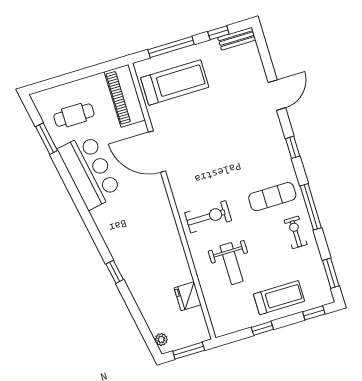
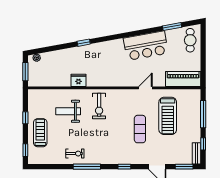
treadmill: (175, 82) -> (168, 116), moved
cafe table: (74, 115) -> (190, 40), moved
door: (157, 152) -> (145, 88), width x0.53
exercise mat: (272, 197) -> (140, 129), moved
window: (331, 273) -> (184, 167), moved
fridge: (188, 296) -> (78, 80), moved
treadmill: (279, 298) -> (40, 133), turned 180

